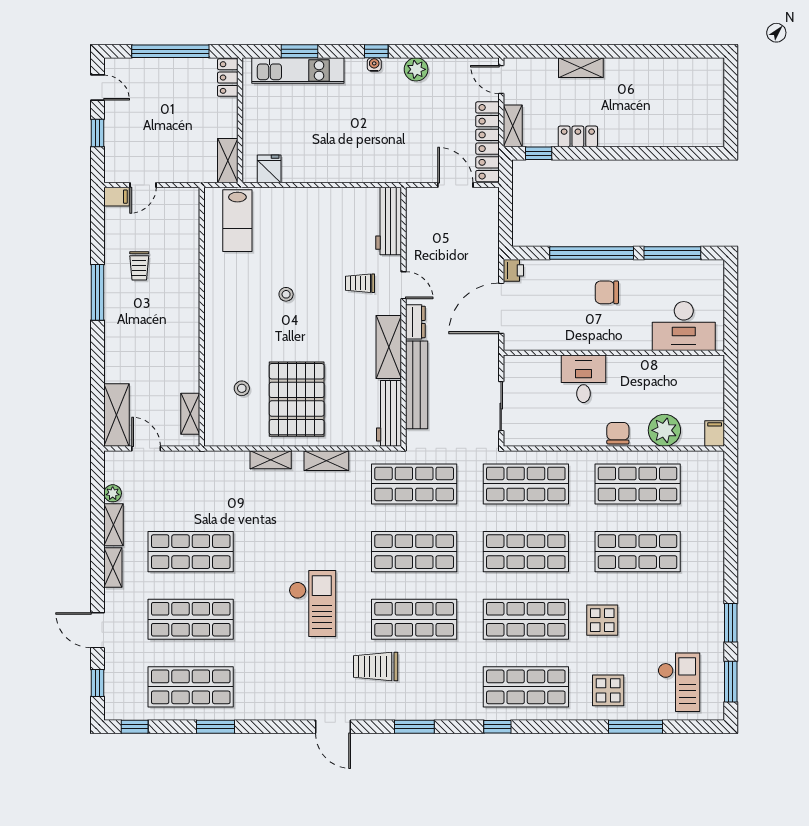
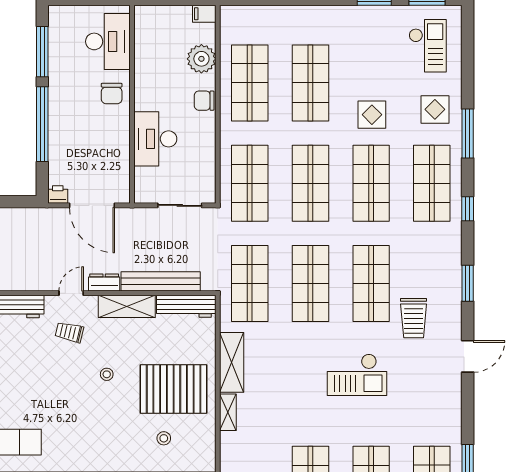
trolley: (360, 283) -> (69, 332), turned 103
chair: (607, 292) -> (112, 93), moved
stool: (286, 294) -> (107, 374), moved
desk: (583, 379) -> (155, 139), width x1.37
shelving: (326, 461) -> (232, 362), width x1.50, depth x1.33
checkout: (312, 604) -> (357, 375), turned 180
checkout: (679, 682) -> (428, 46), turned 90
window: (636, 727) -> (468, 133), moved

